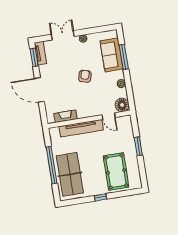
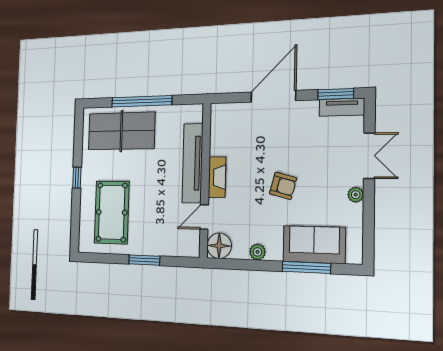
fireplace: (66, 116) -> (217, 177), moved
pool table: (116, 171) -> (112, 212), turned 90

